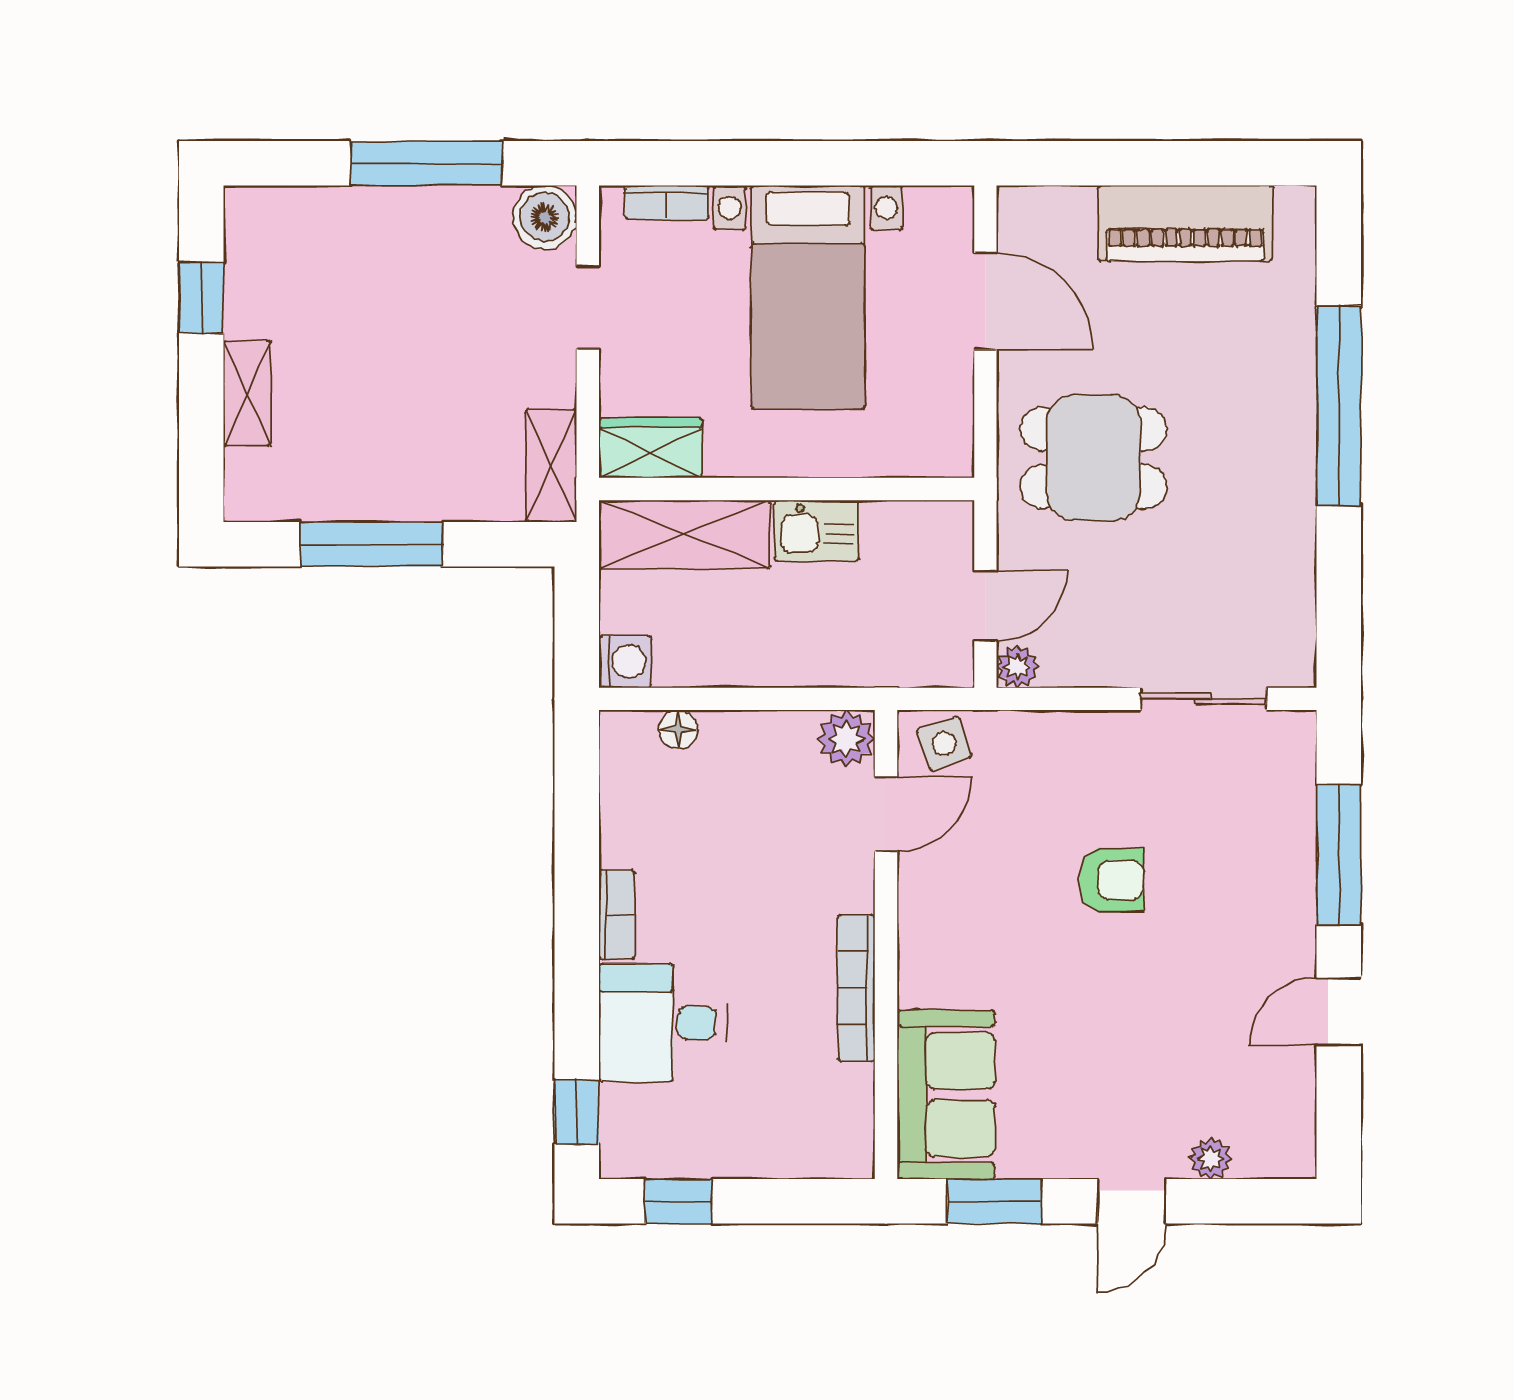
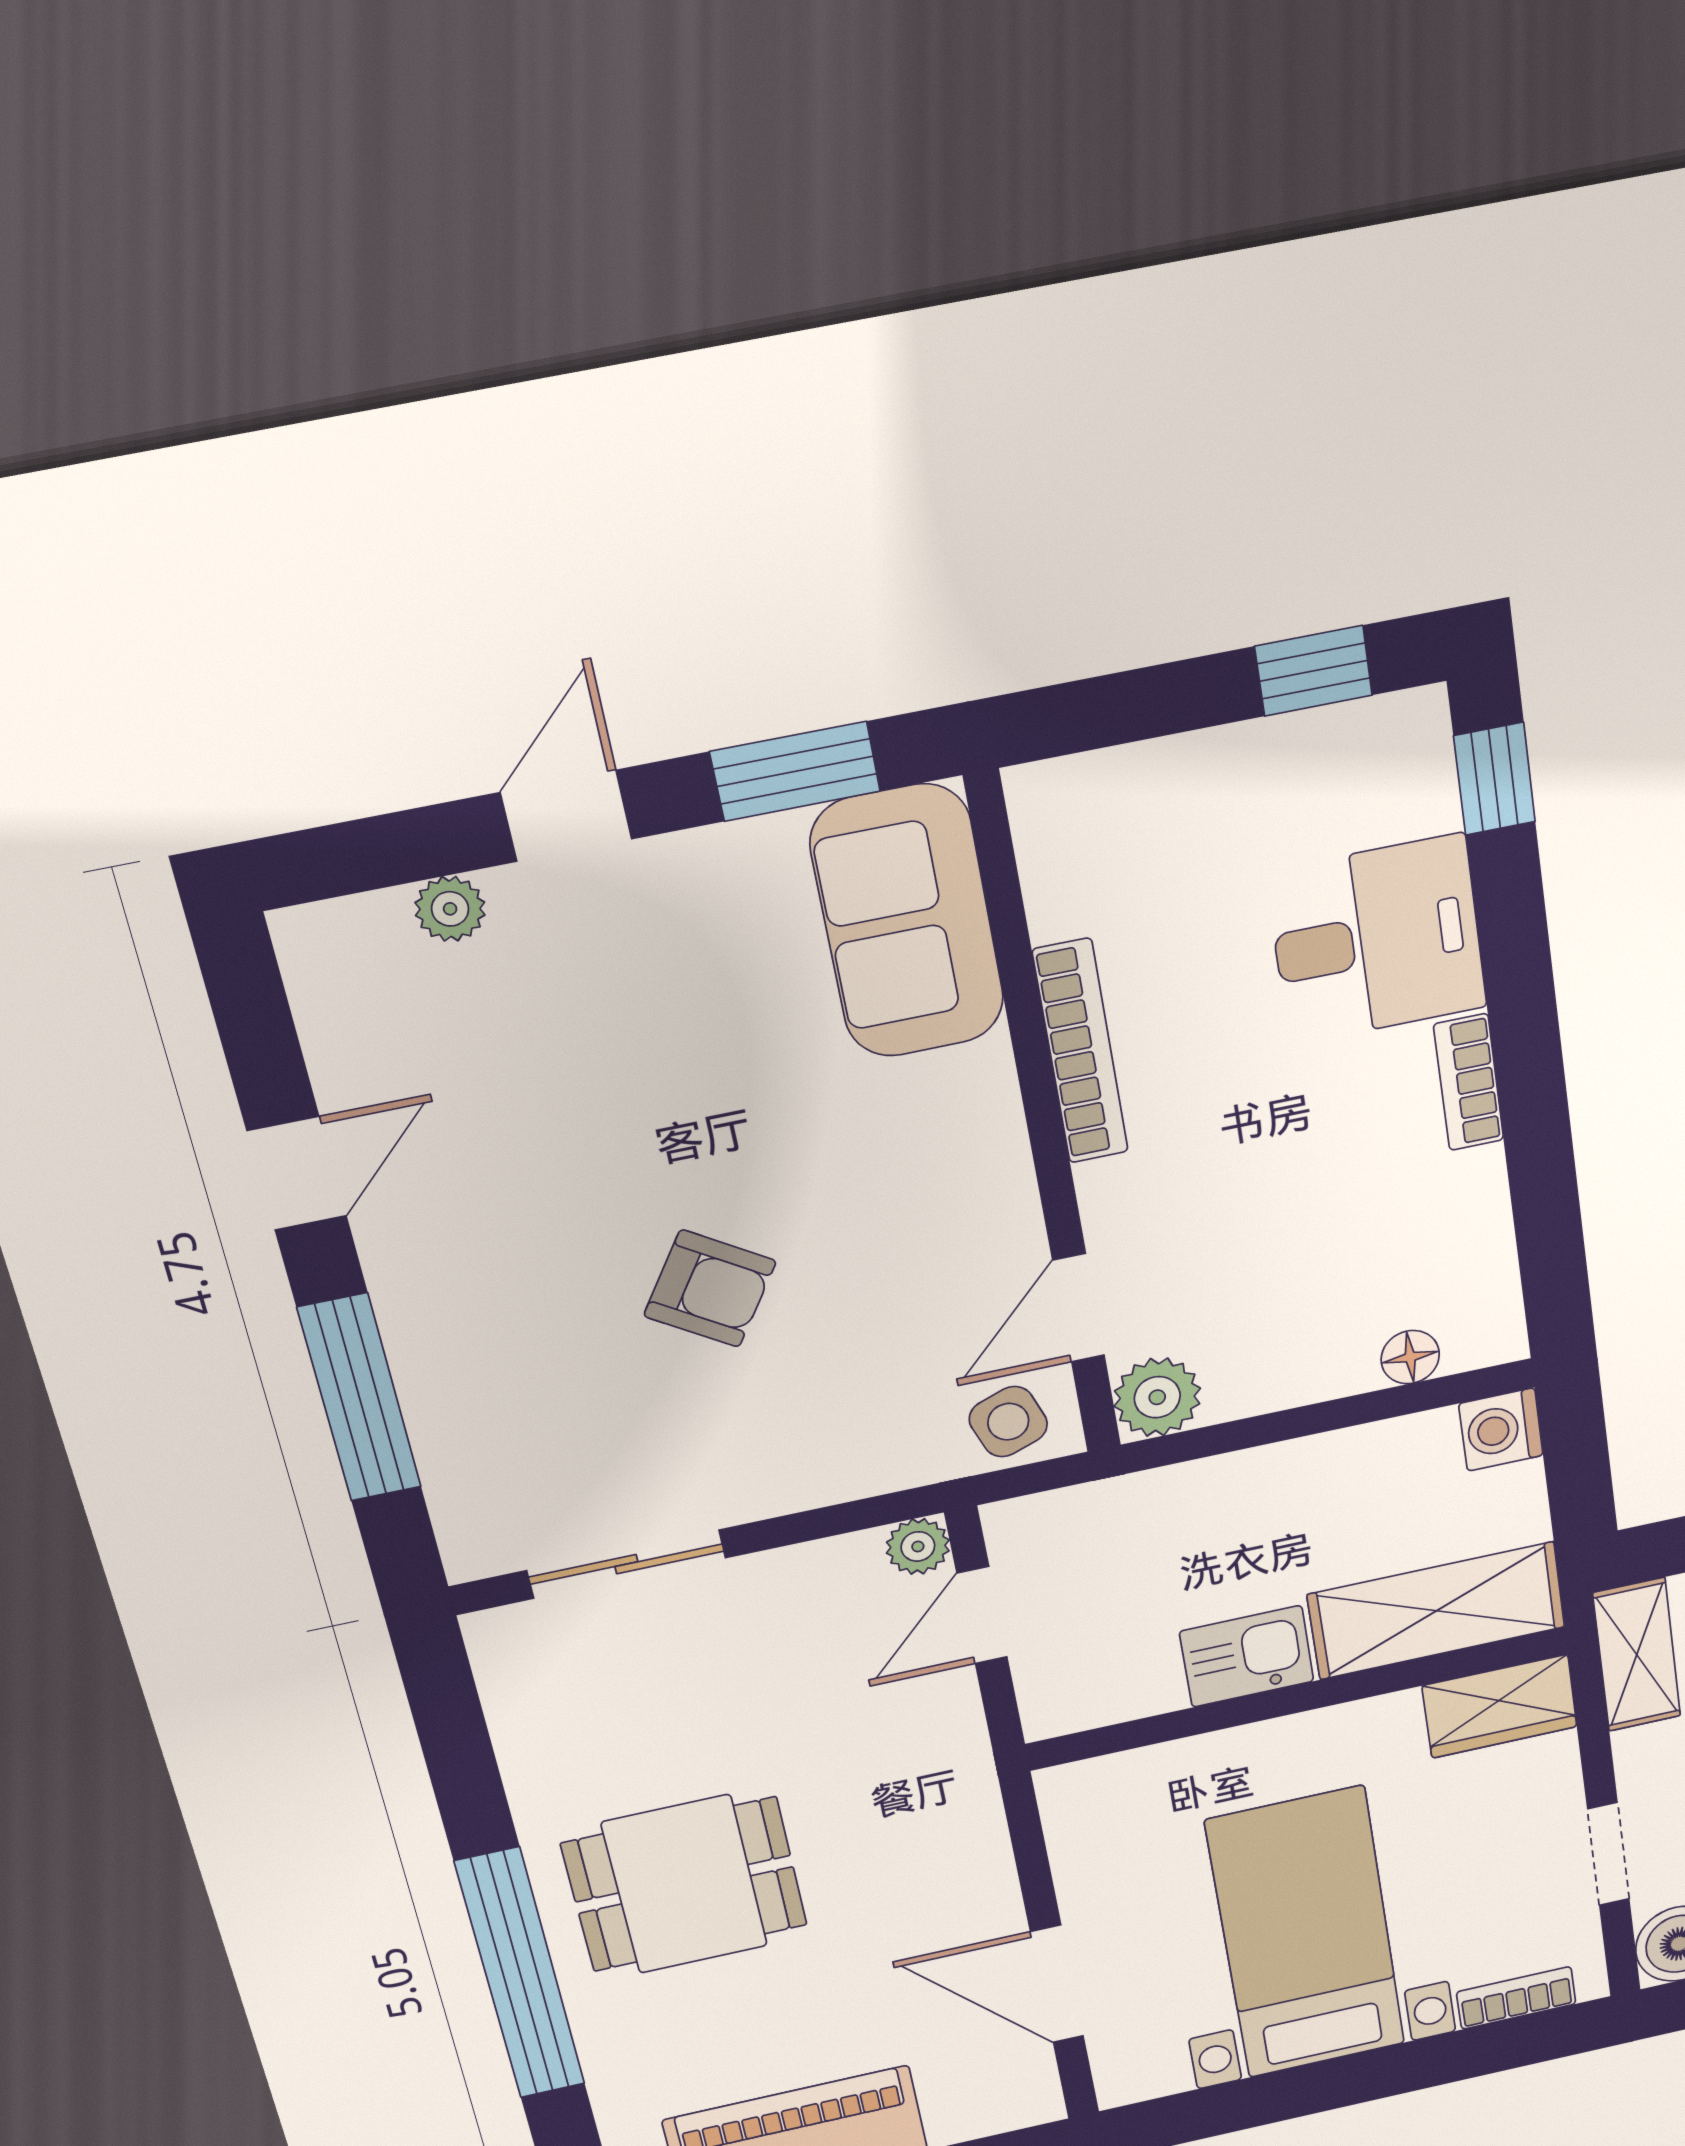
dining table: (1093, 458) -> (685, 1884), moved
armchair: (1112, 880) -> (710, 1289), turned -147

